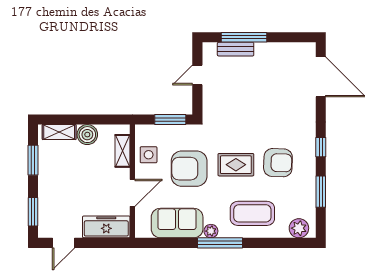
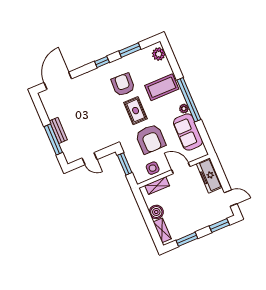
bench: (236, 49) -> (58, 130), moved
coffee table: (252, 213) -> (162, 87), turned 90
window: (220, 243) -> (189, 100), width x1.46

